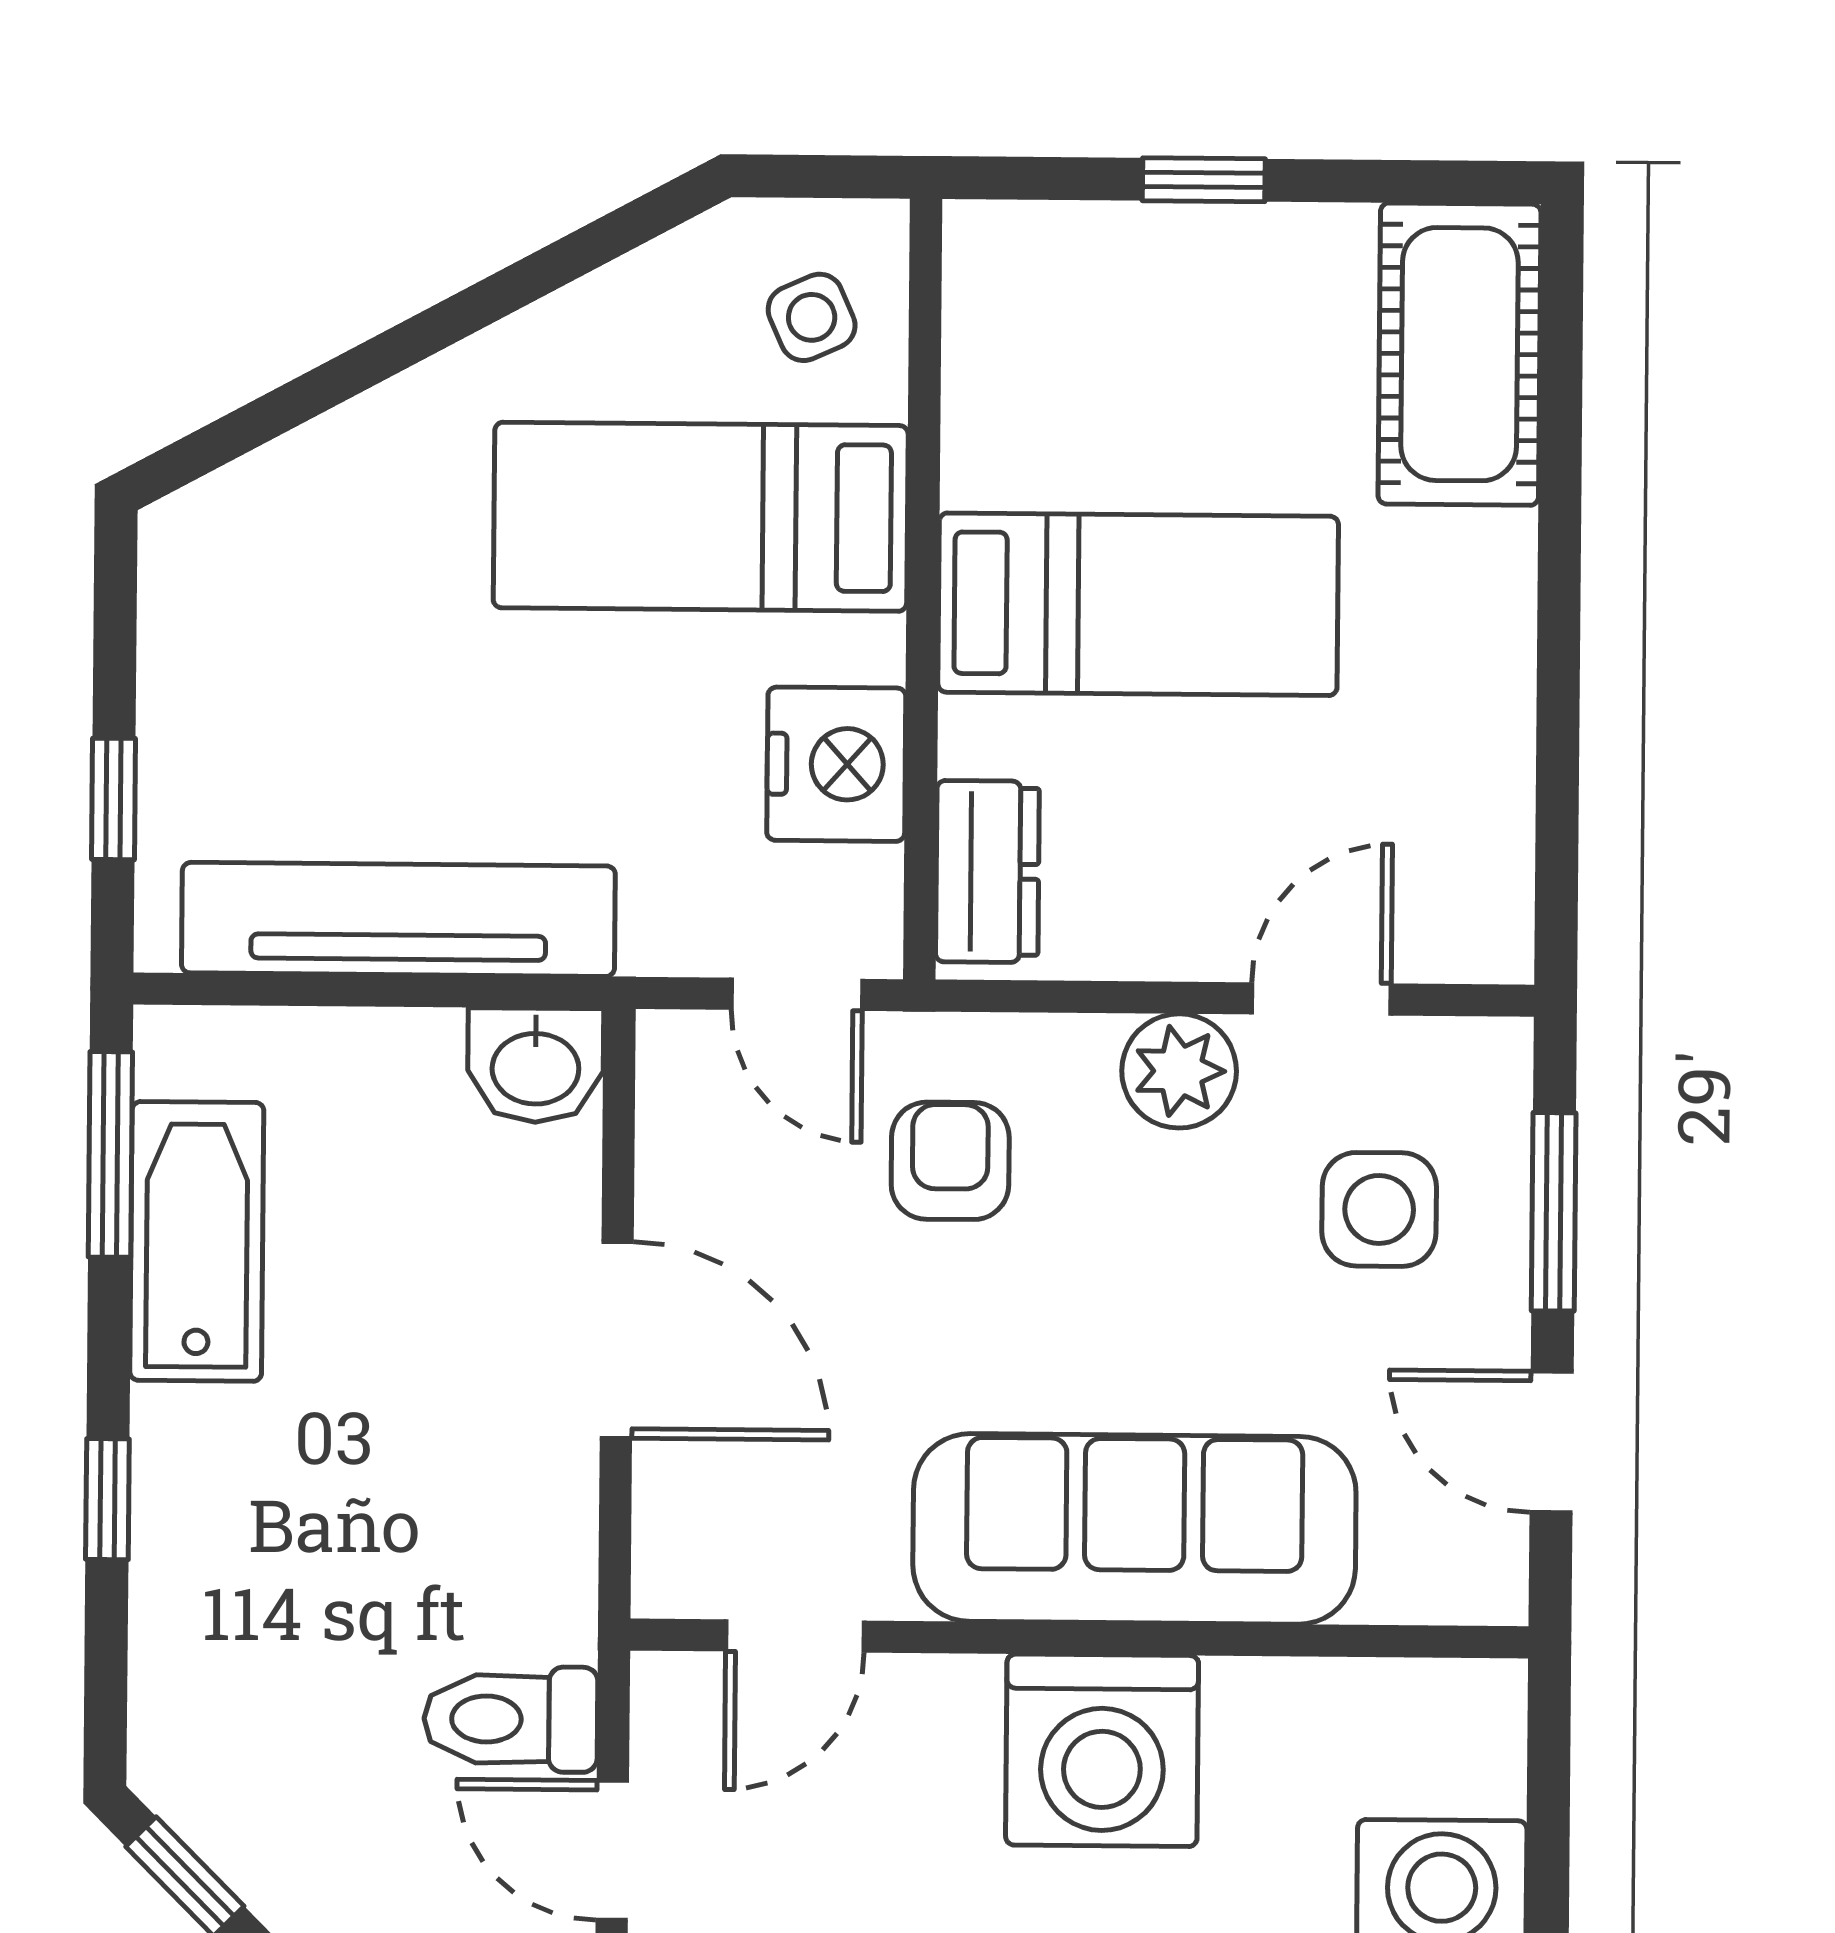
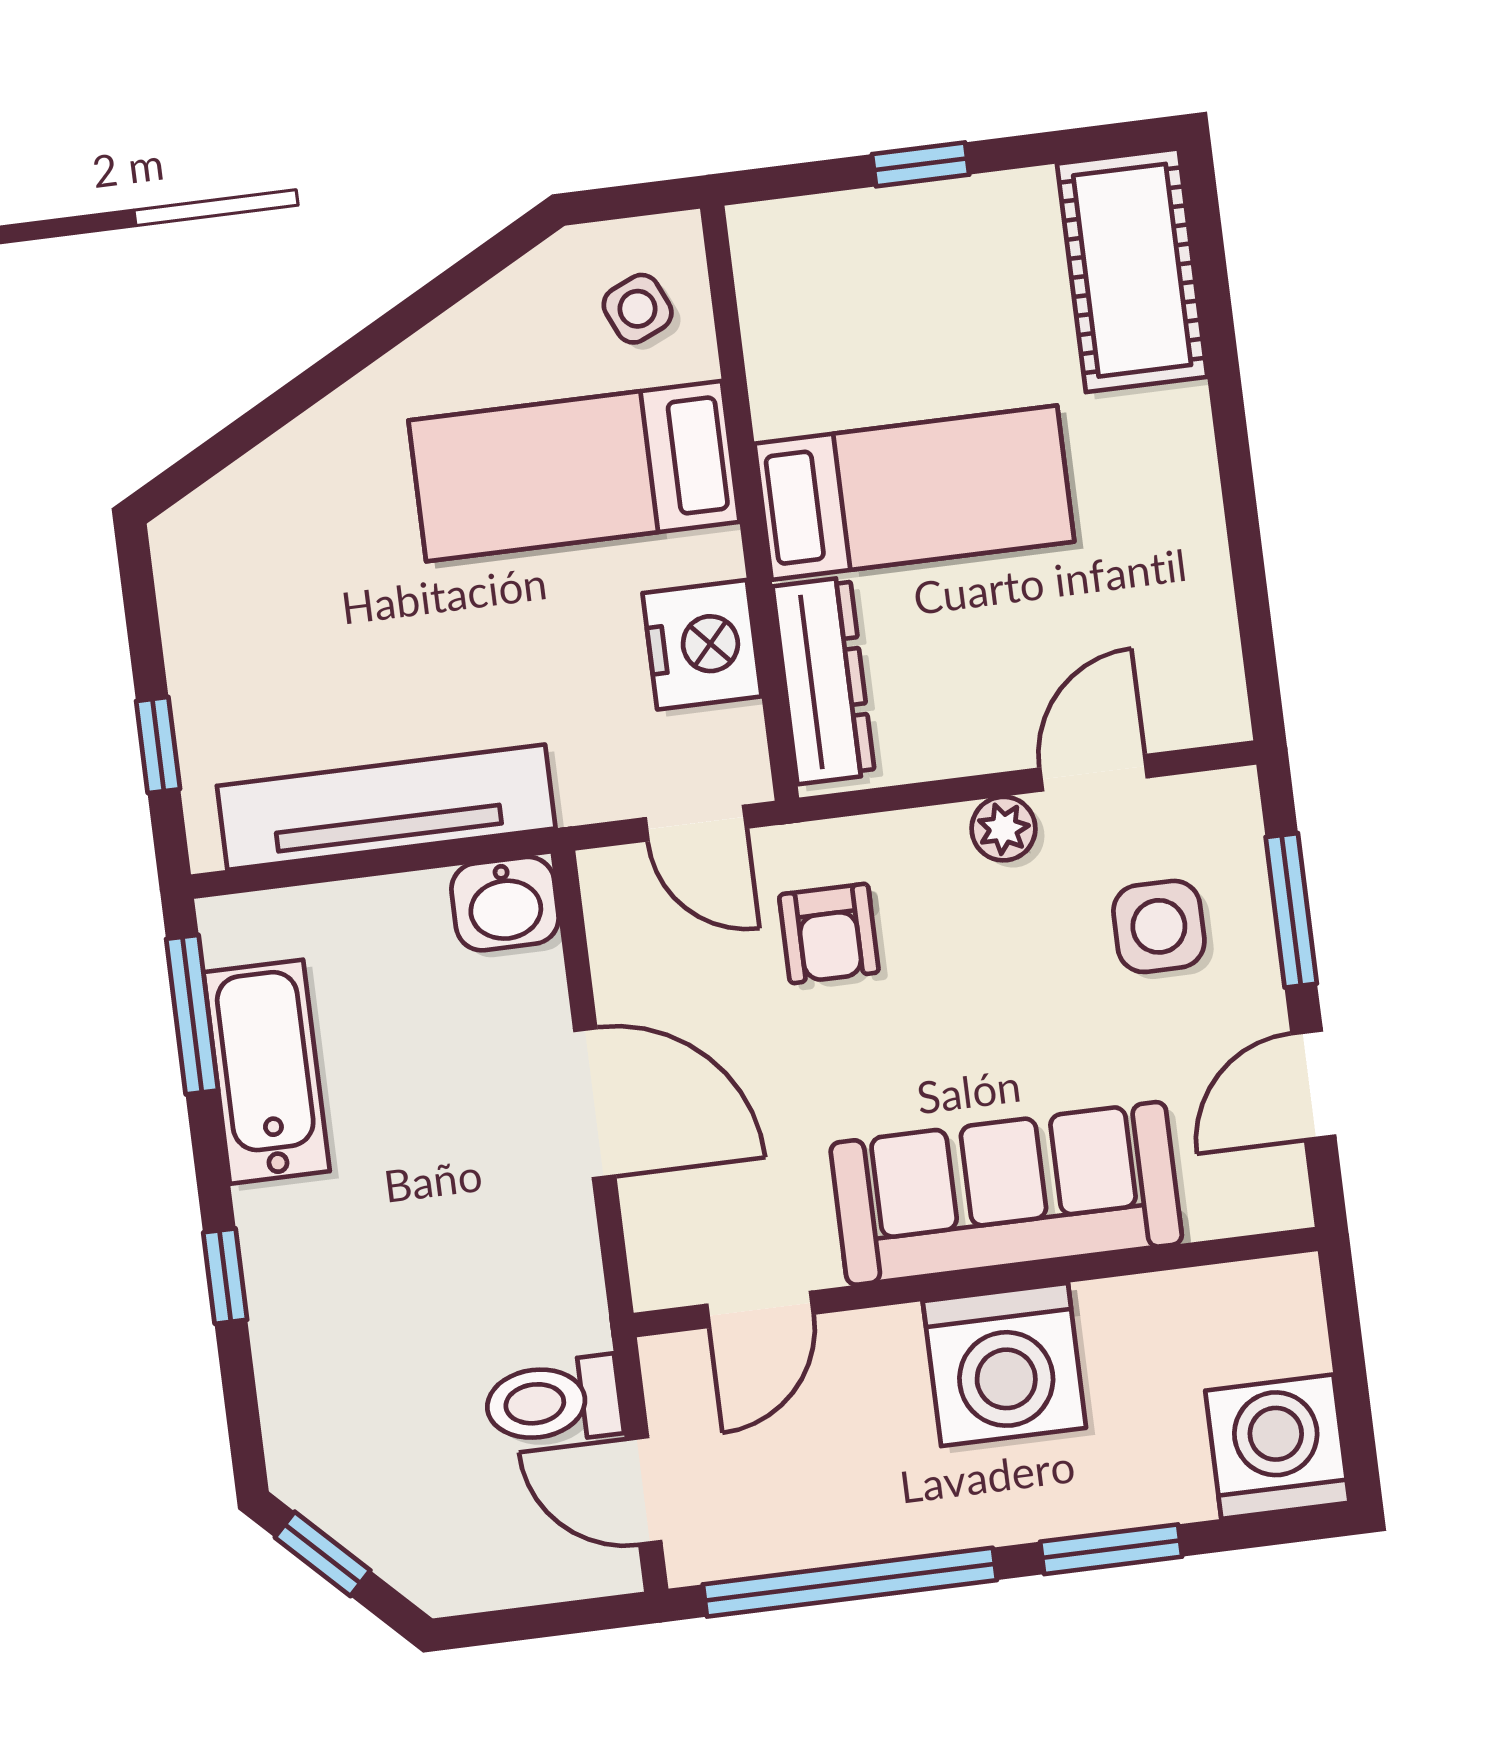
dresser: (987, 872) -> (824, 680), width x1.44
plant: (1179, 1071) -> (1004, 829), width x0.73, depth x0.73
armchair: (950, 1161) -> (829, 933), turned 180
door: (1552, 1442) -> (1313, 1085), hinge flipped

